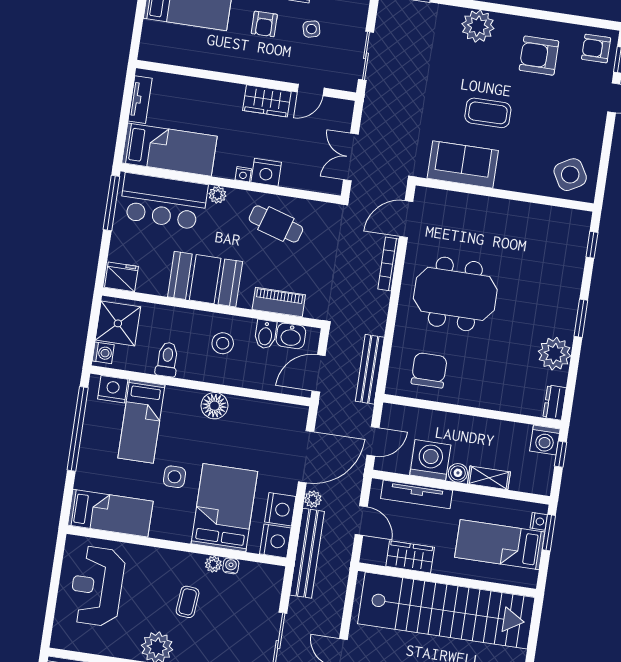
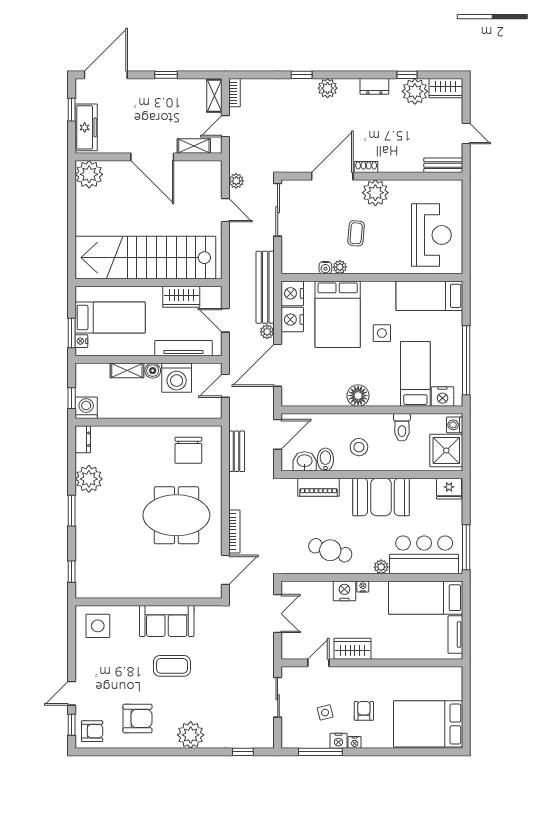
sofa: (463, 164) -> (167, 621), moved
side table: (570, 175) -> (98, 626), turned 30
bench: (370, 369) -> (237, 451), width x0.73

